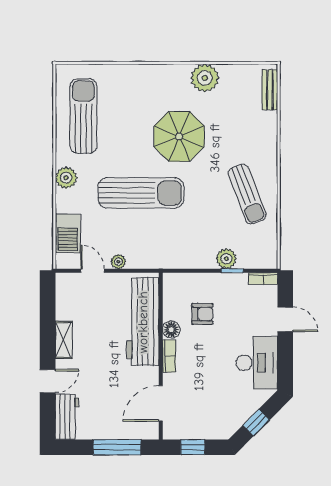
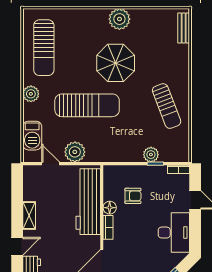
plant: (205, 78) -> (119, 19), moved
sun lounger: (83, 116) -> (44, 48), turned 180
plant: (118, 262) -> (75, 152), width x1.88, depth x1.88

